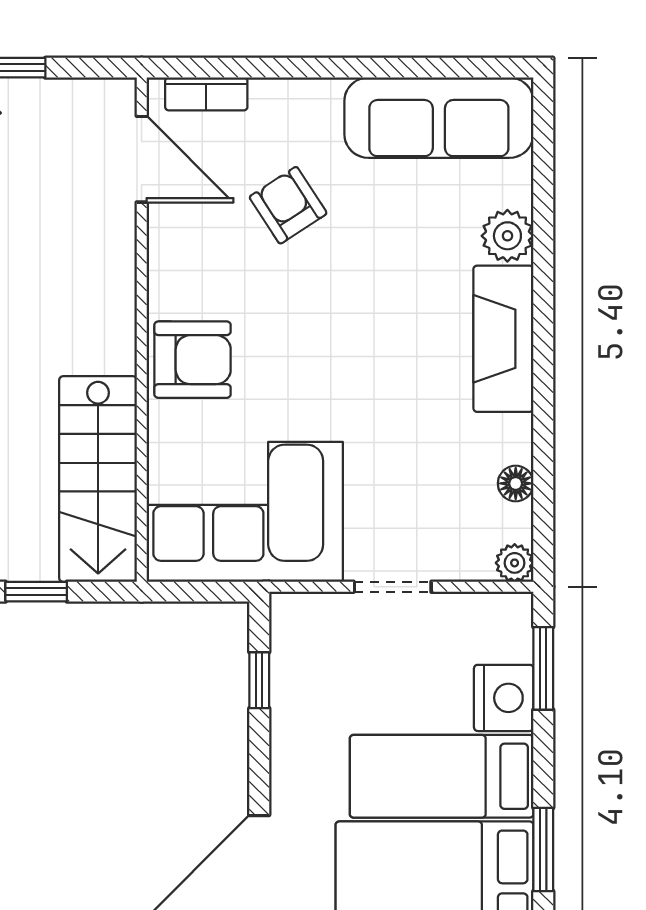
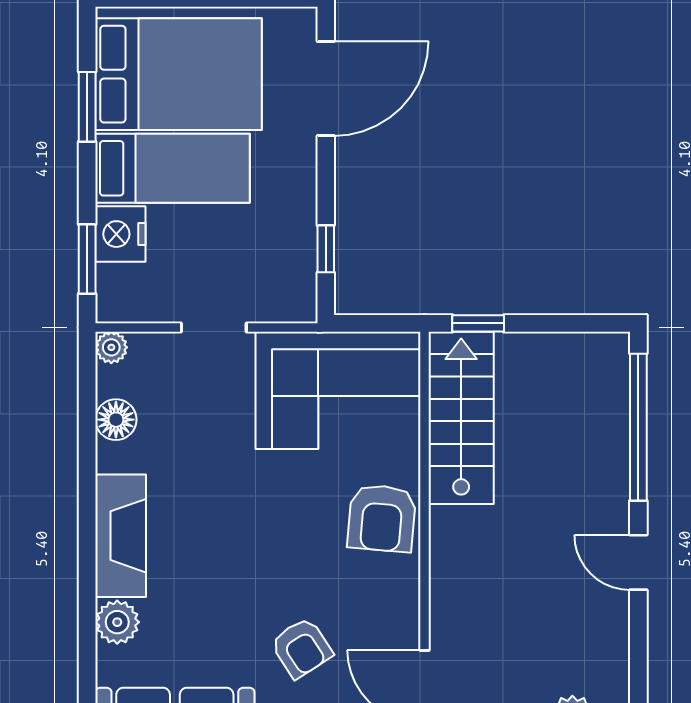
armchair: (193, 360) -> (382, 518), turned -85
floor lamp: (516, 483) -> (116, 420), width x1.37, depth x1.37
window: (36, 592) -> (478, 323), moved

